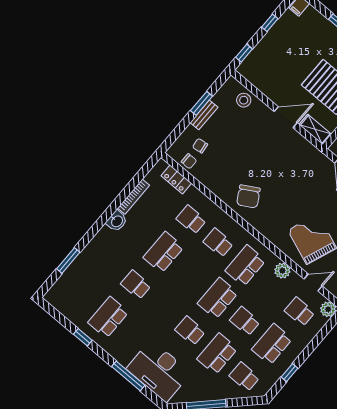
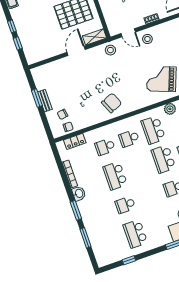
window: (244, 53) -> (18, 43), moved
stool: (244, 100) -> (110, 50), moved
chair: (248, 196) -> (112, 103), turned -83
window: (94, 230) -> (76, 210), added
window: (83, 337) -> (129, 260), moved

